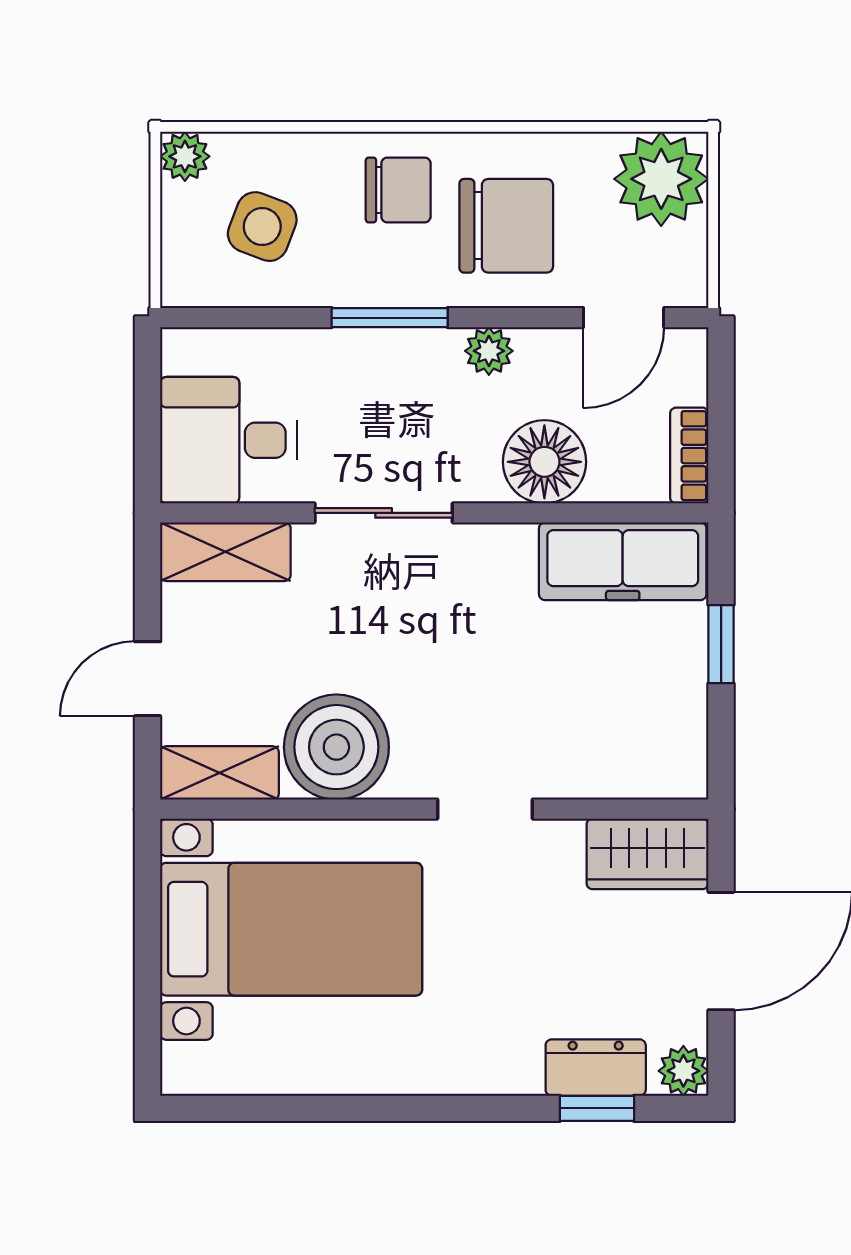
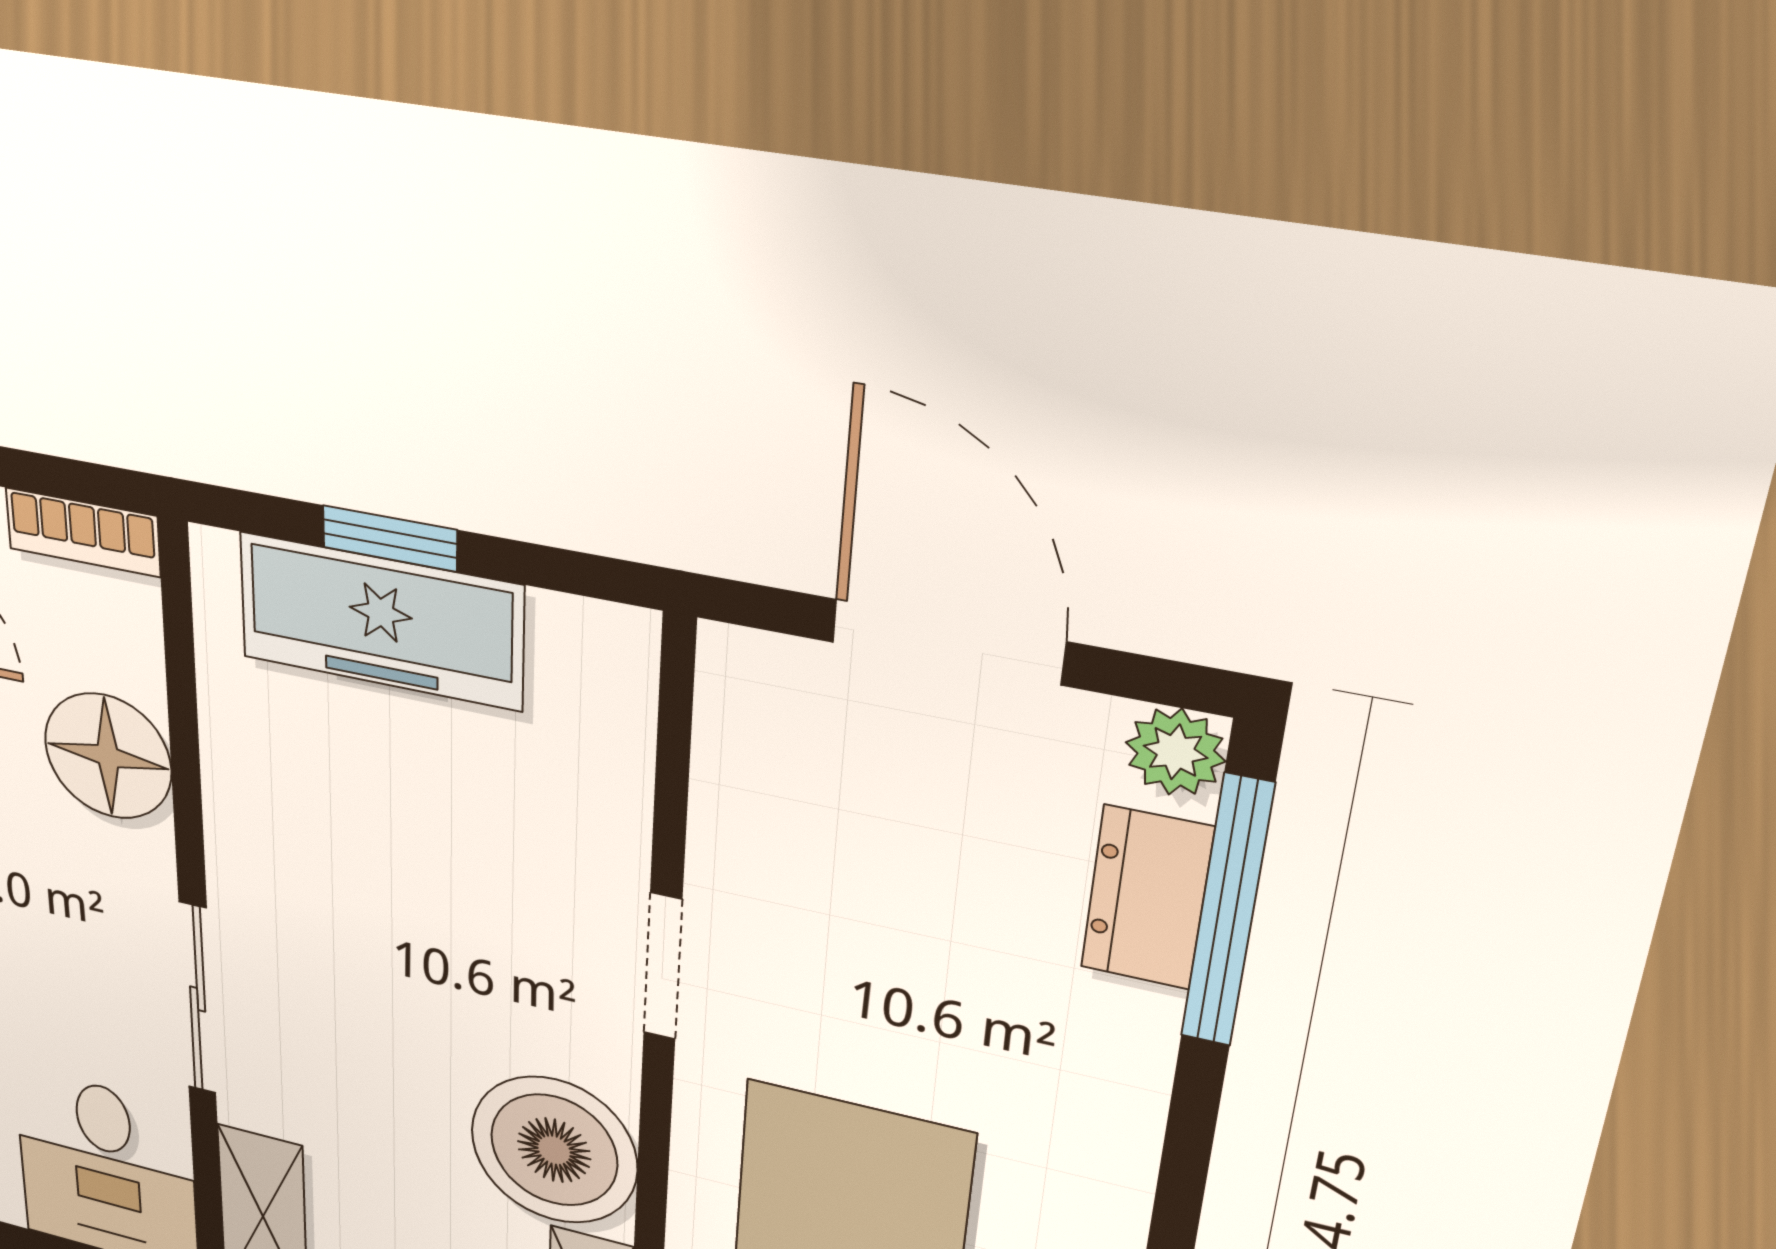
freezer: (623, 561) -> (381, 621), moved, turned 90
wardrobe: (647, 854) -> (755, 731), removed
window: (597, 1108) -> (1227, 912), width x2.17

